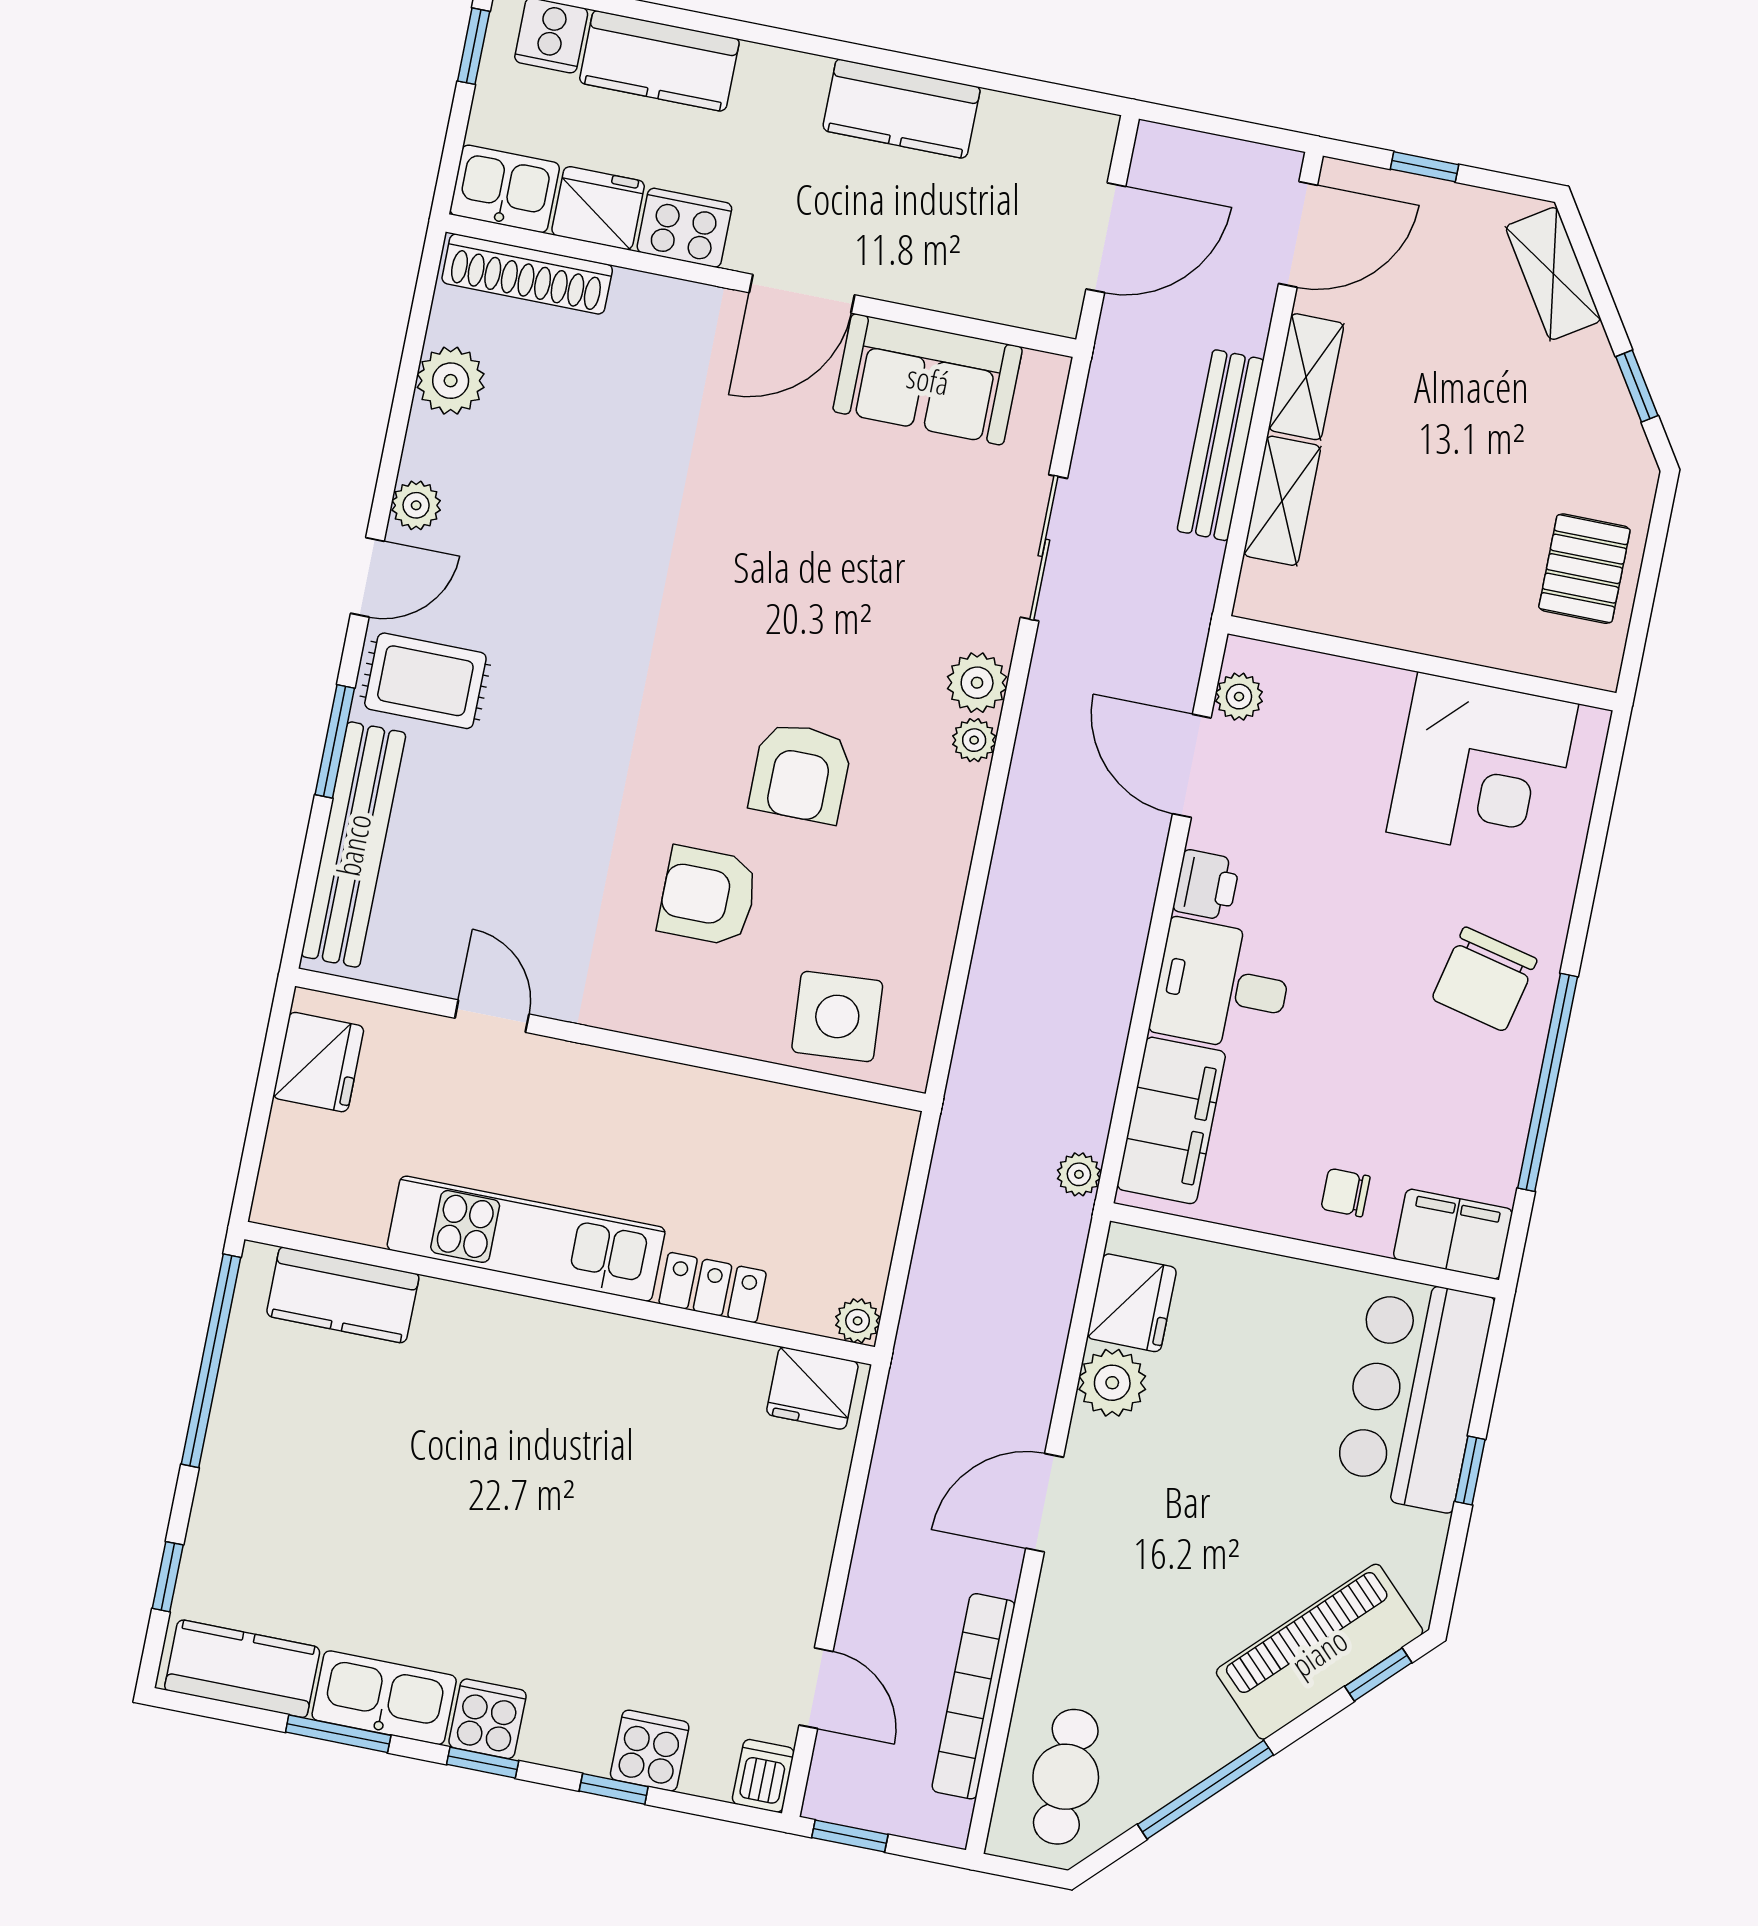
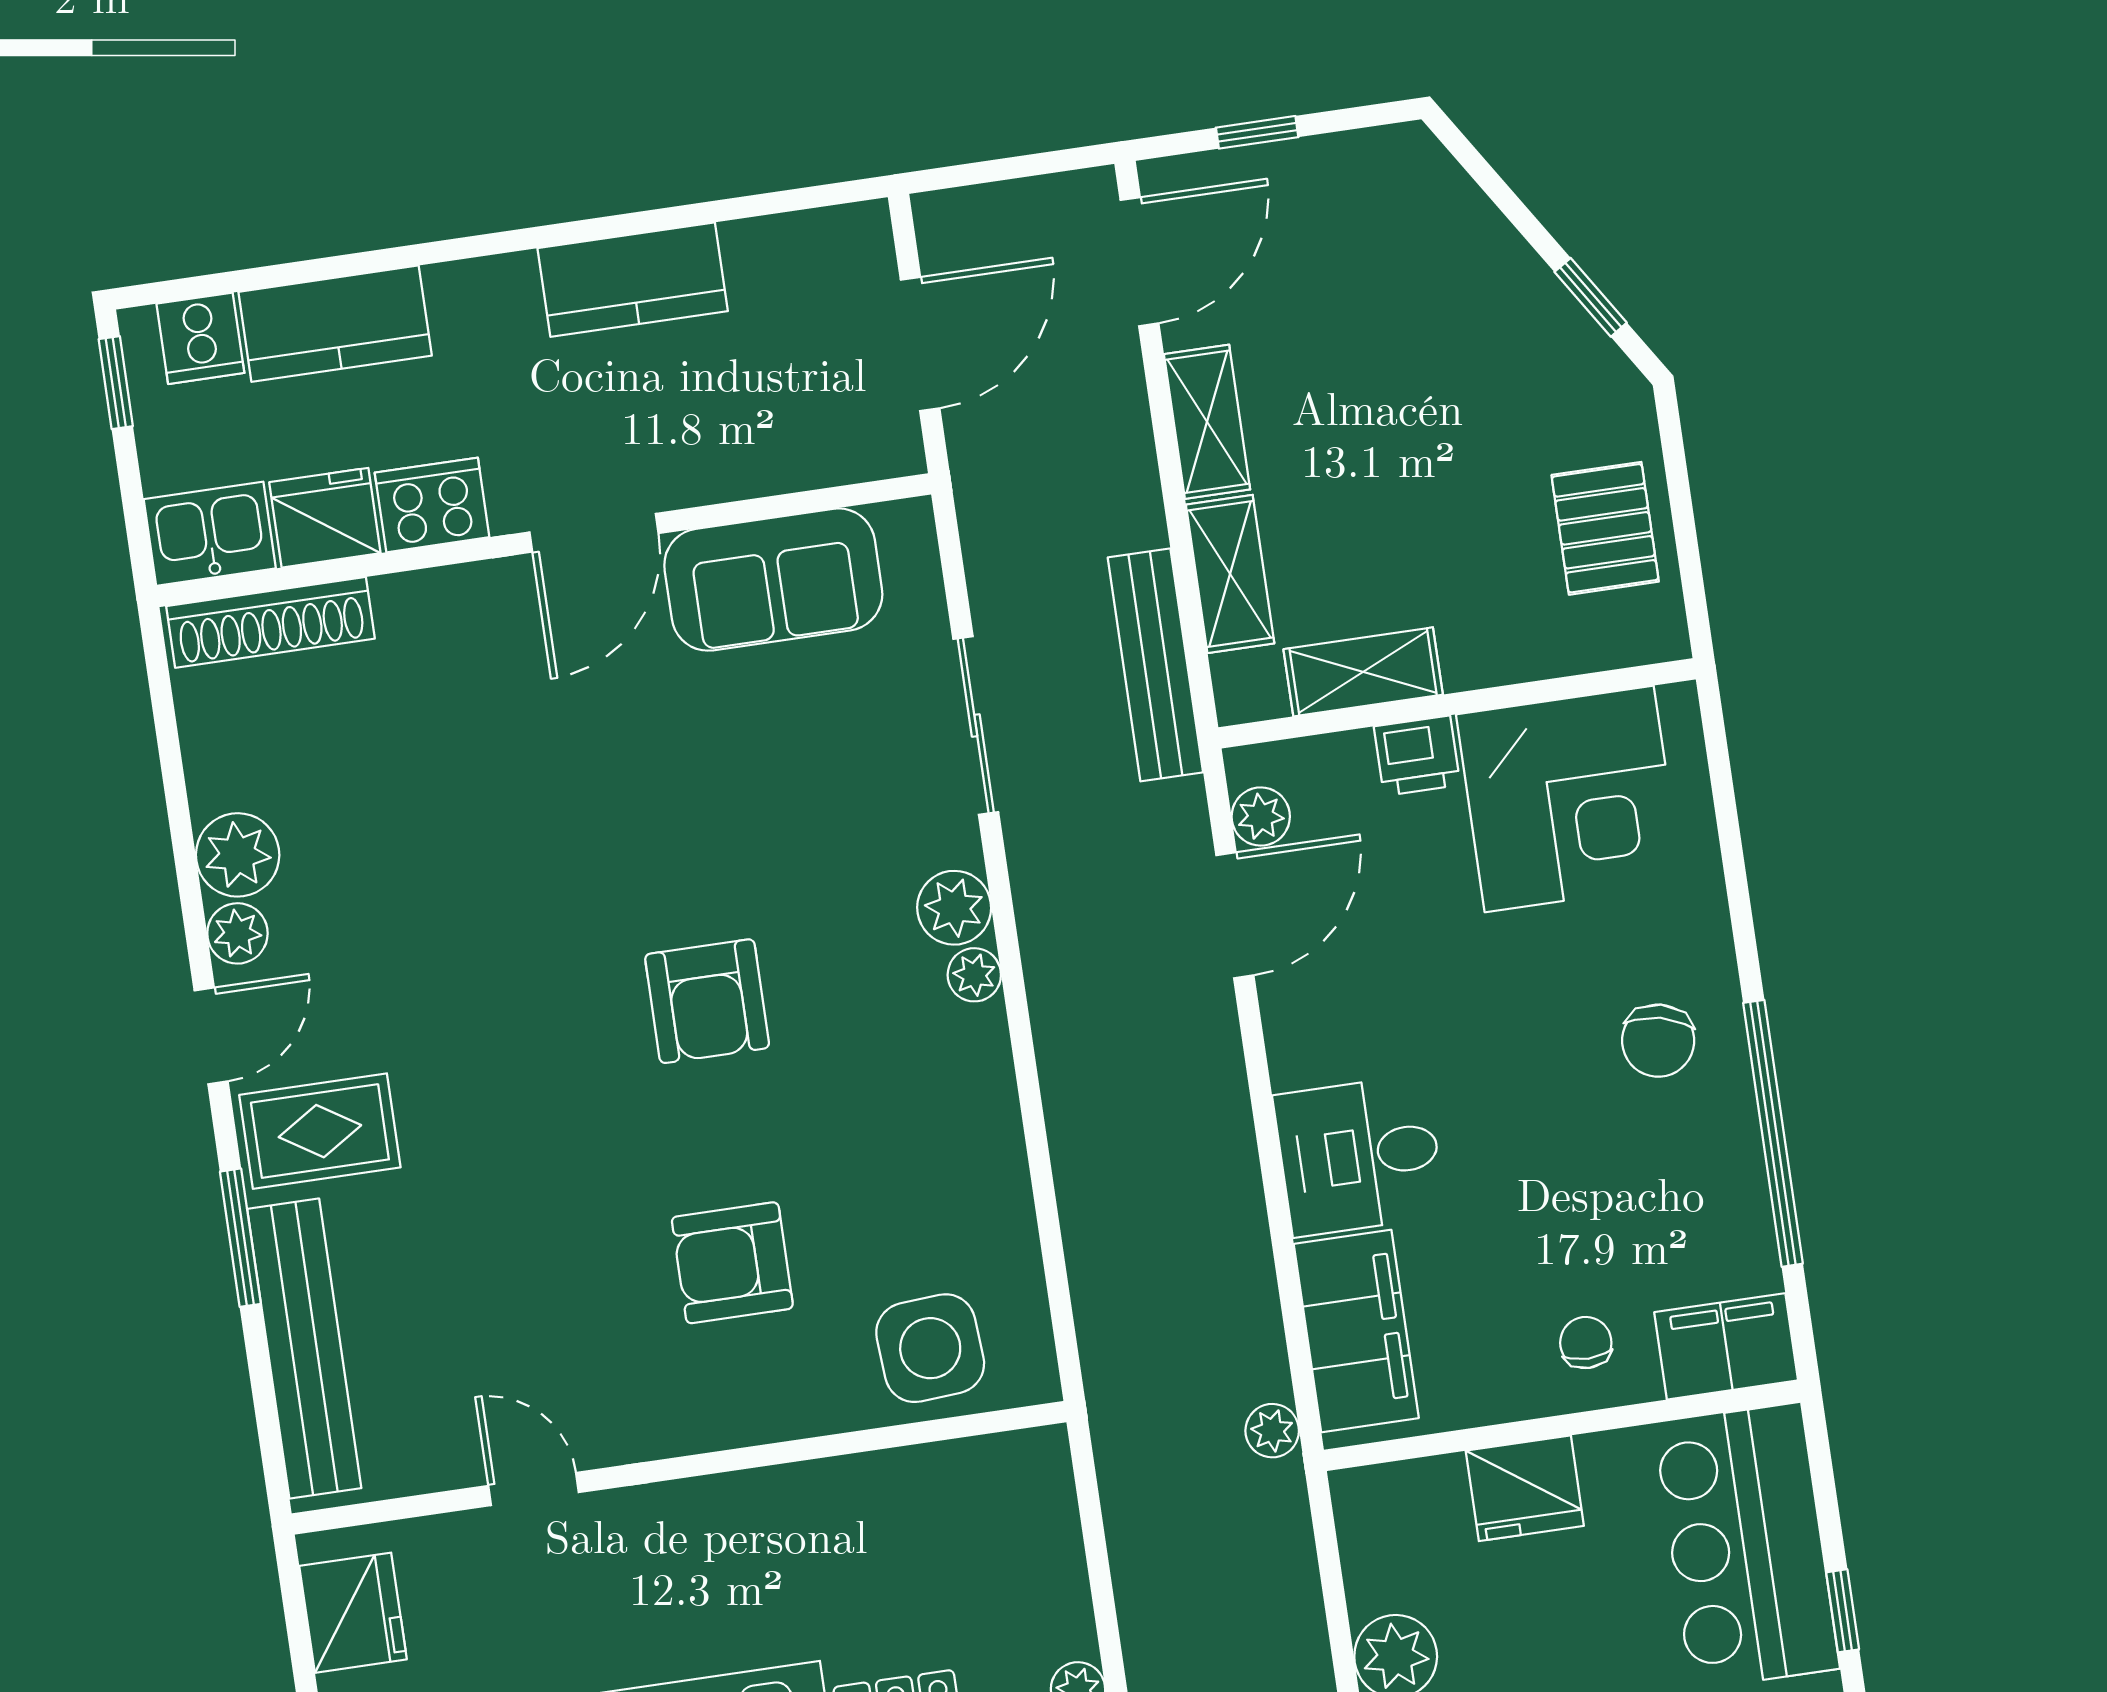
shelving: (1553, 274) -> (1363, 672), moved, turned -57
plant: (451, 381) -> (238, 855), moved
bench: (1220, 445) -> (1155, 665), moved
door: (1192, 766) -> (1235, 915), swing flipped
armchair: (801, 773) -> (707, 1001), moved
printer: (1206, 885) -> (1417, 756), moved, turned 90
chair: (1484, 979) -> (1658, 1041), width x0.73, depth x0.73
chair: (1345, 1193) -> (1586, 1343), turned 90
fridge: (1132, 1303) -> (1525, 1488), moved, turned 90

